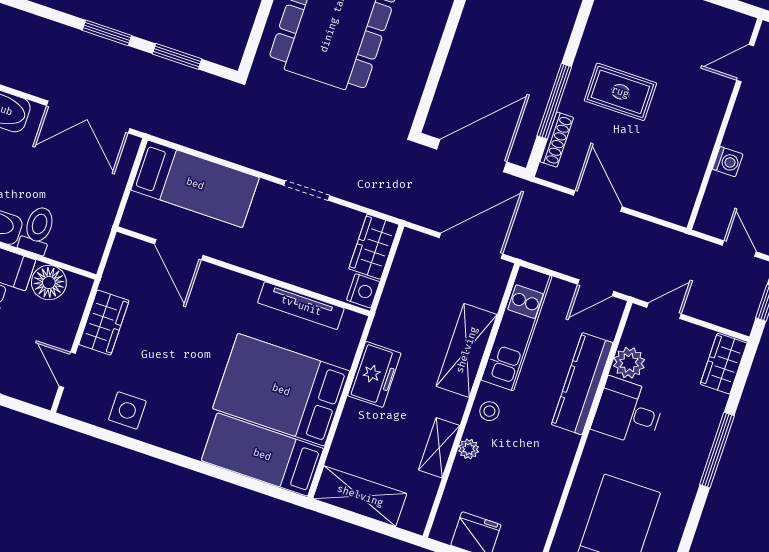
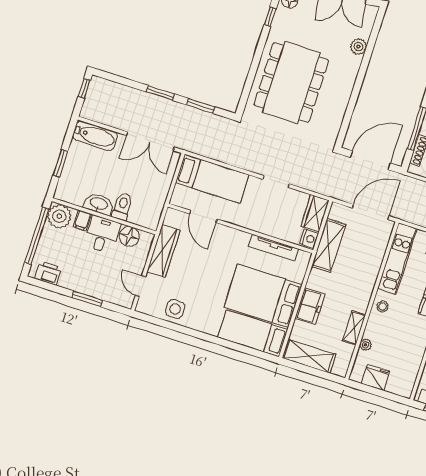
wardrobe: (104, 323) -> (164, 251), width x1.50
shelving: (467, 350) -> (329, 245), moved
freezer: (374, 374) -> (310, 306), moved
plant: (469, 449) -> (366, 345), moved

